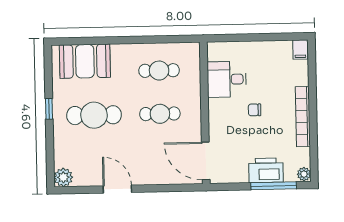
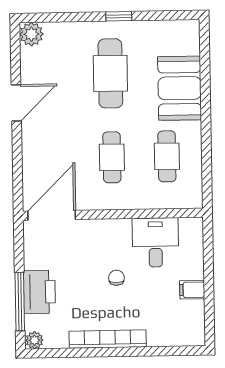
filing cabinet: (300, 50) -> (192, 290), moved
booth: (85, 61) -> (180, 88), moved

